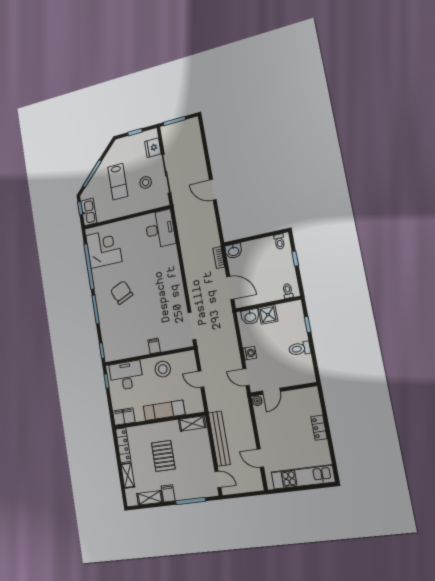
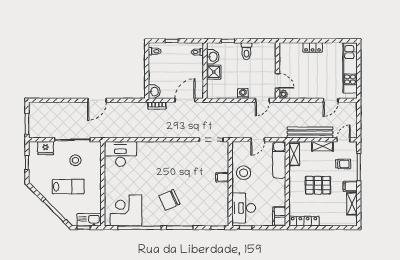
washbasin: (250, 317) -> (213, 57), moved
exam couch: (164, 410) -> (279, 160), moved
shelving: (128, 475) -> (322, 146), moved
trolley: (191, 482) -> (343, 164), added

